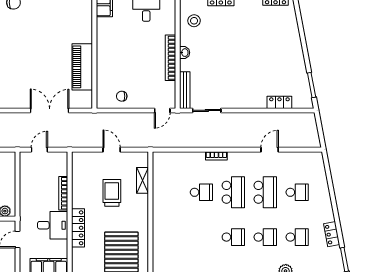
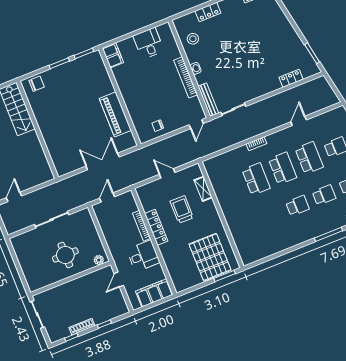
school desk: (201, 192) -> (256, 179), width x1.85
locker: (78, 228) -> (156, 227), moved

